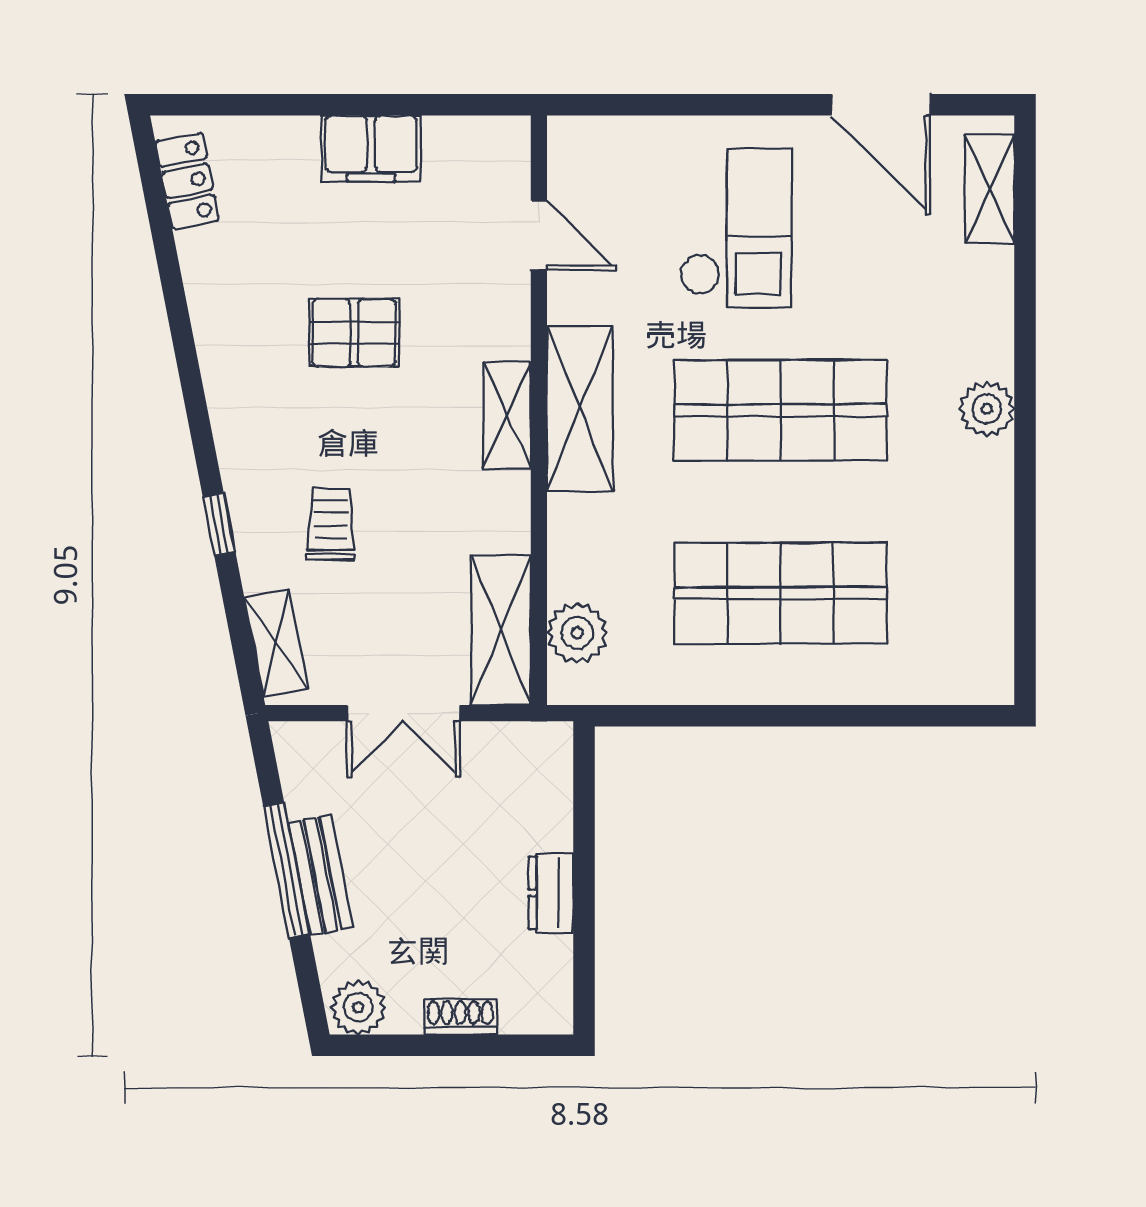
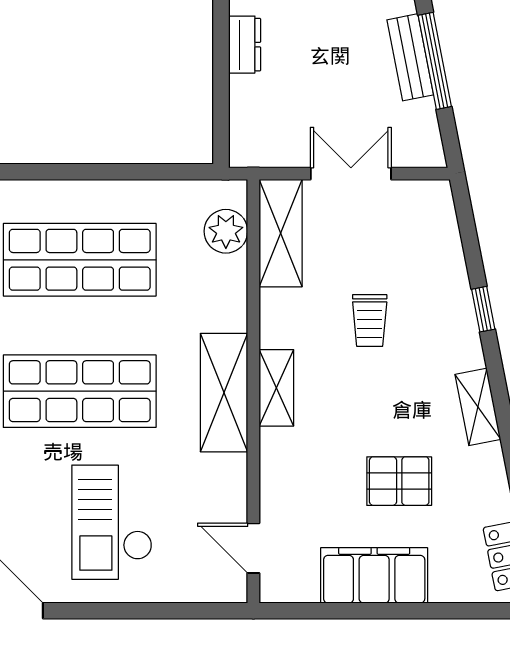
filing cabinet: (371, 149) -> (374, 575), width x1.50, depth x1.17
door: (539, 235) -> (253, 548), moved
pallet: (354, 333) -> (399, 481), moved
trolley: (331, 524) -> (370, 321), moved
shelving: (276, 643) -> (478, 407), moved

